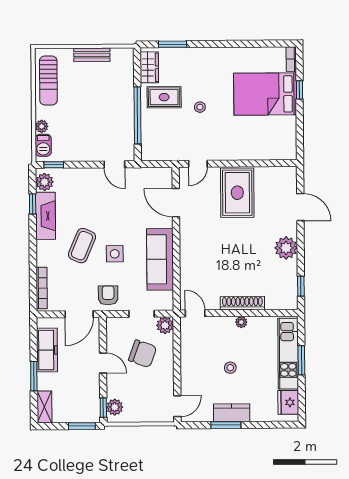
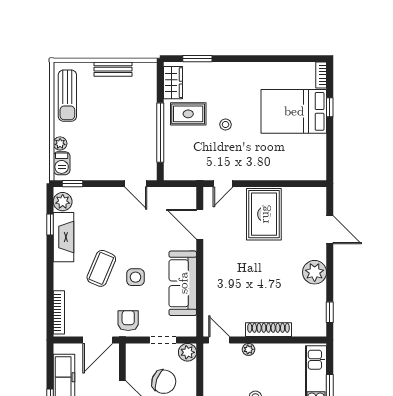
plant: (241, 322) -> (248, 349), moved

